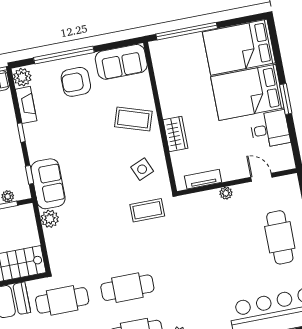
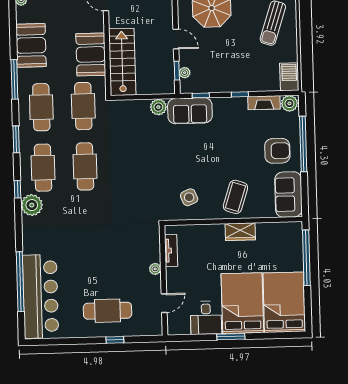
armchair: (76, 82) -> (277, 151), turned 90
wardrobe: (175, 134) -> (240, 232), moved
coffee table: (147, 210) -> (152, 196), removed

